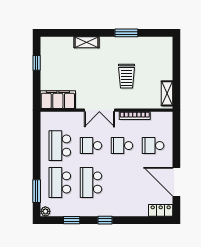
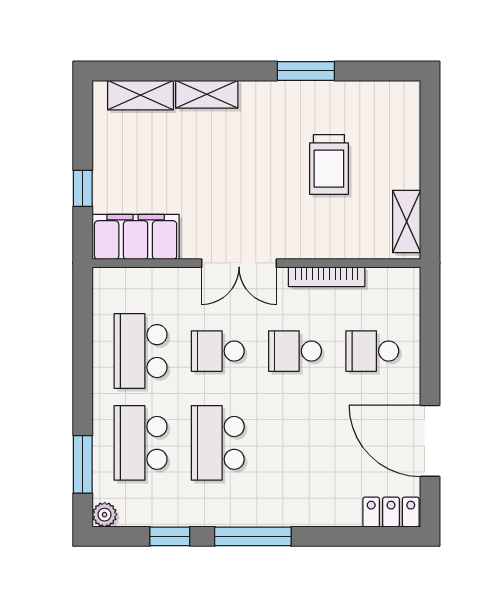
shelving: (60, 42) -> (140, 95), added
window: (37, 63) -> (83, 188), moved
trolley: (126, 76) -> (329, 164), moved
window: (105, 220) -> (253, 536), width x2.17

